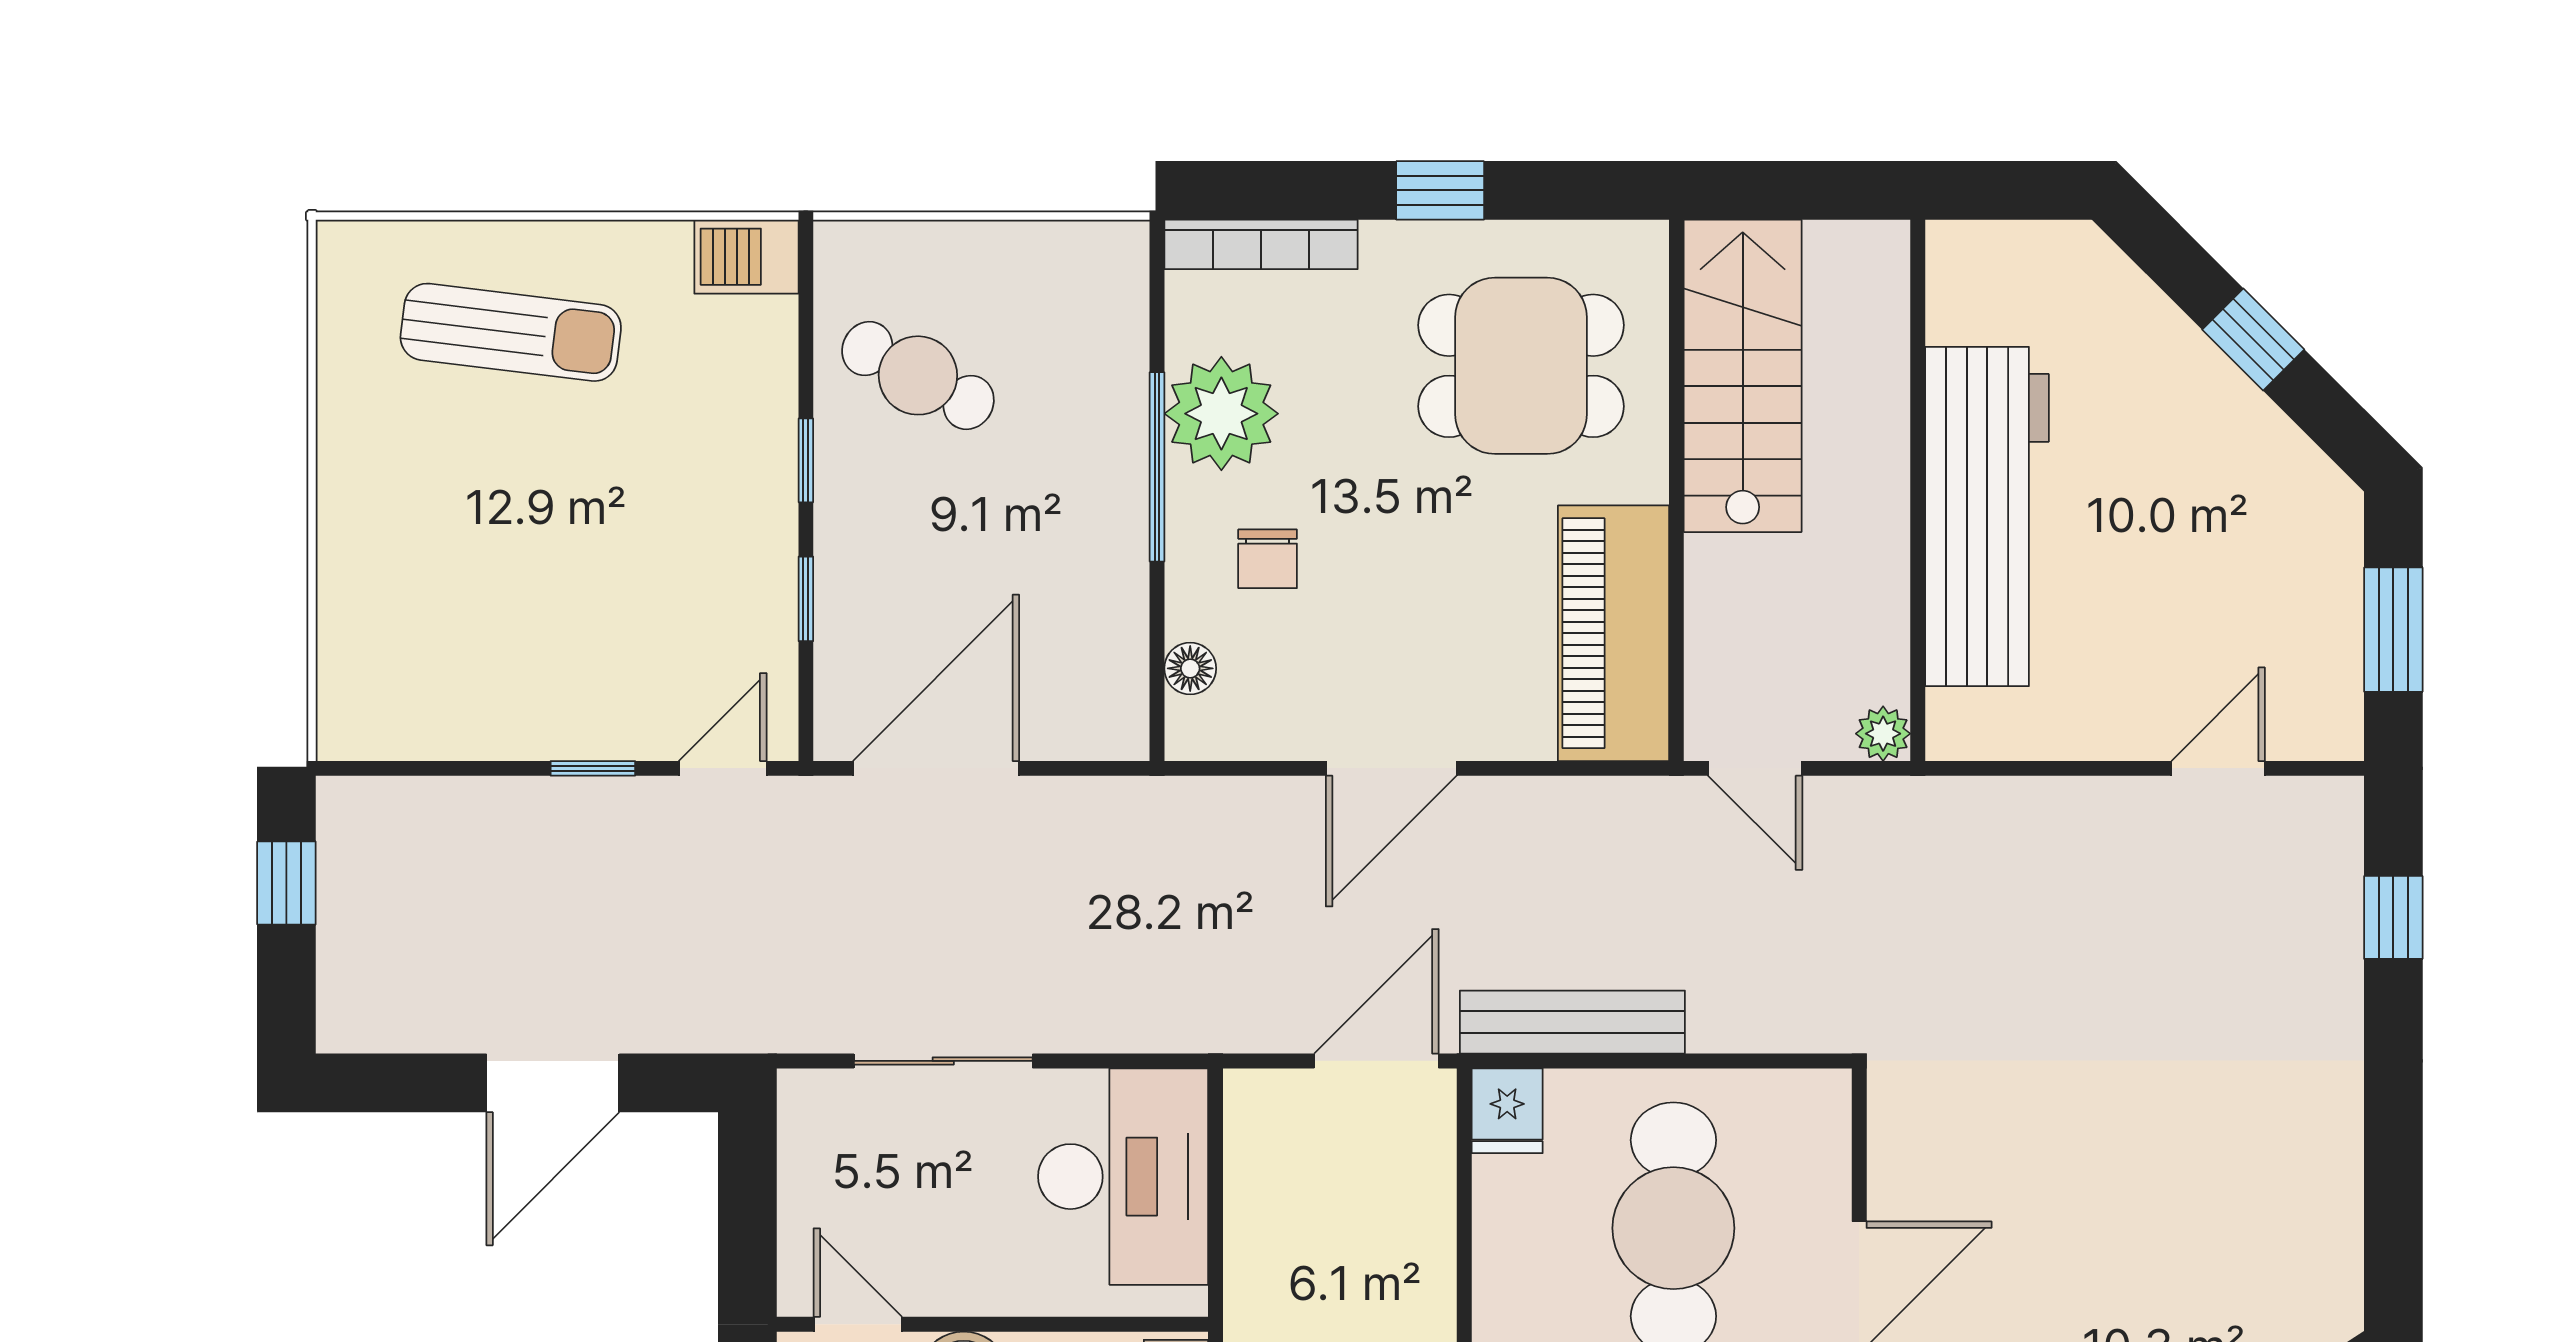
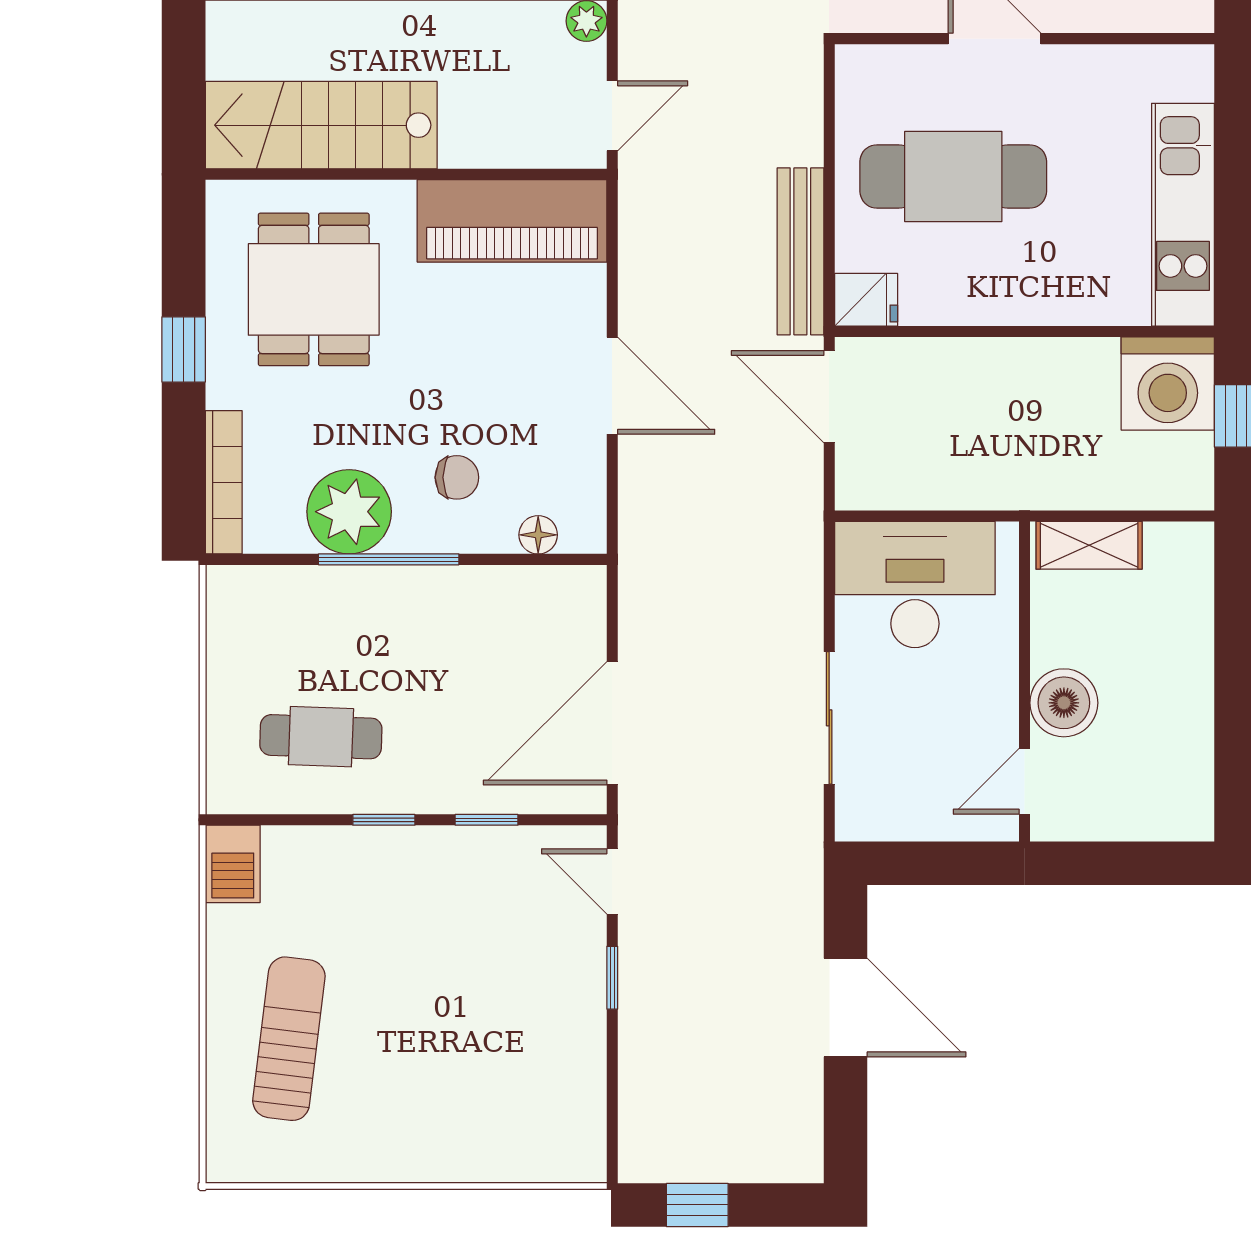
cafe table: (918, 375) -> (321, 737), turned 64
door: (936, 768) -> (612, 723), hinge flipped

